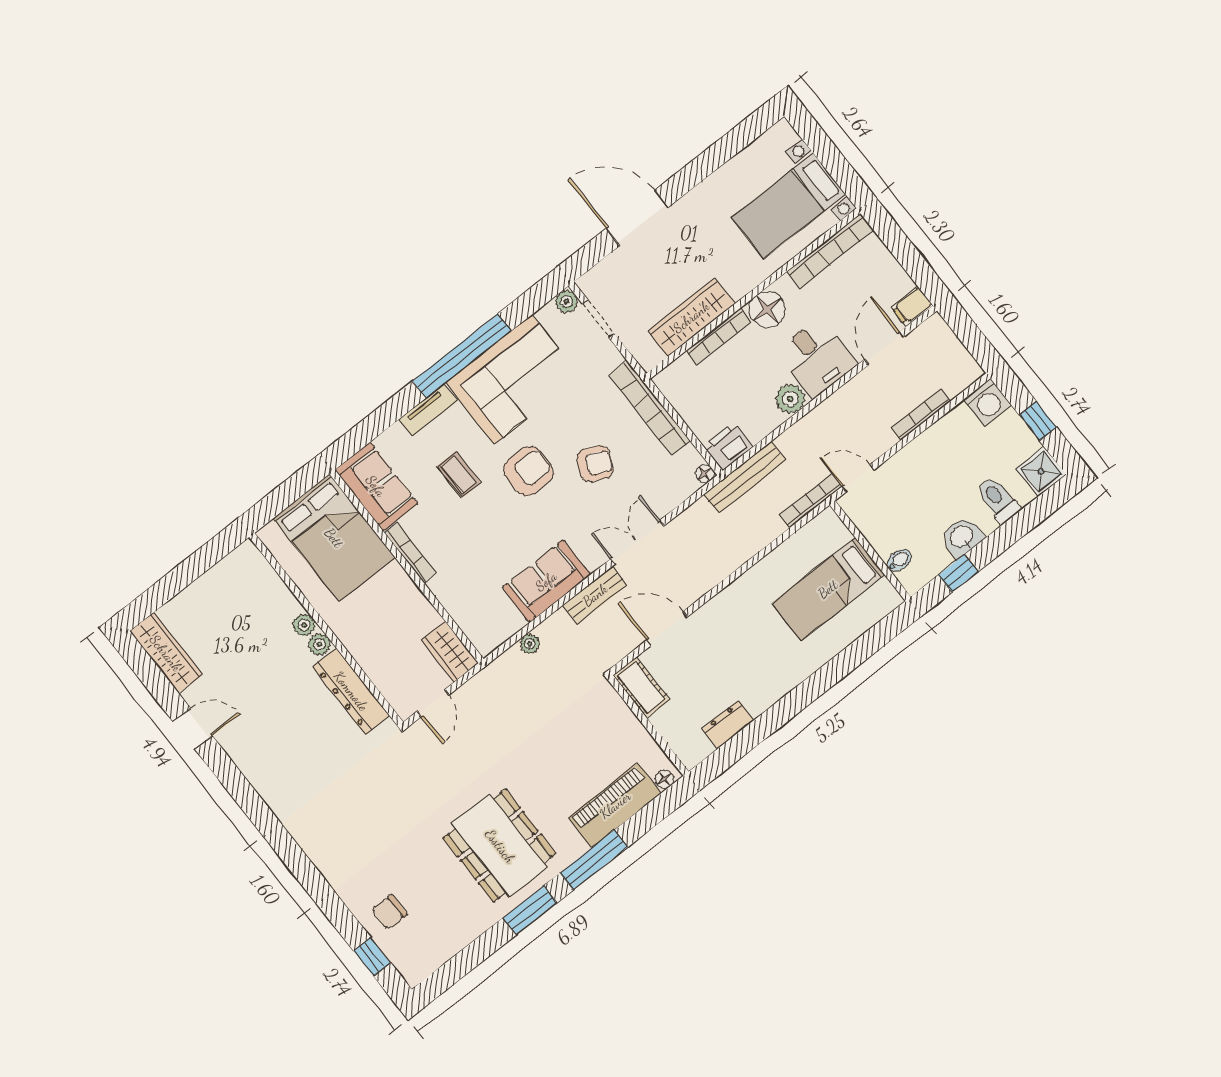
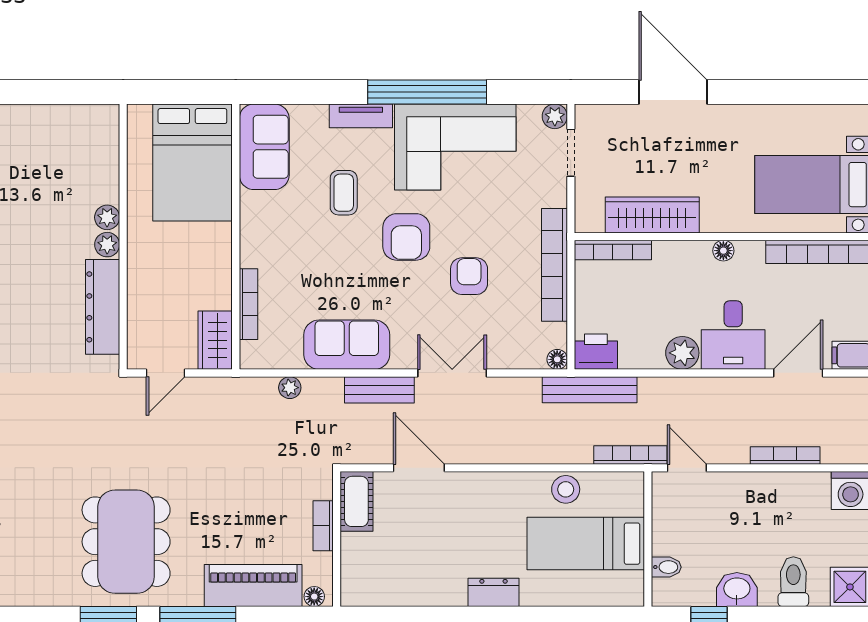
floor lamp: (767, 309) -> (723, 251), width x0.53, depth x0.53
bookcase: (719, 336) -> (613, 250), moved
armchair: (595, 464) -> (469, 276), turned -115
armchair: (528, 471) -> (406, 237), turned 90
bookcase: (411, 553) -> (248, 304), moved
stool: (784, 562) -> (566, 489), added
bookcase: (631, 724) -> (323, 526), added
dresser: (728, 724) -> (494, 592), moved

